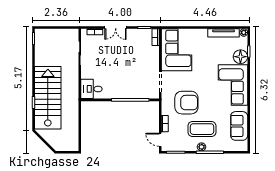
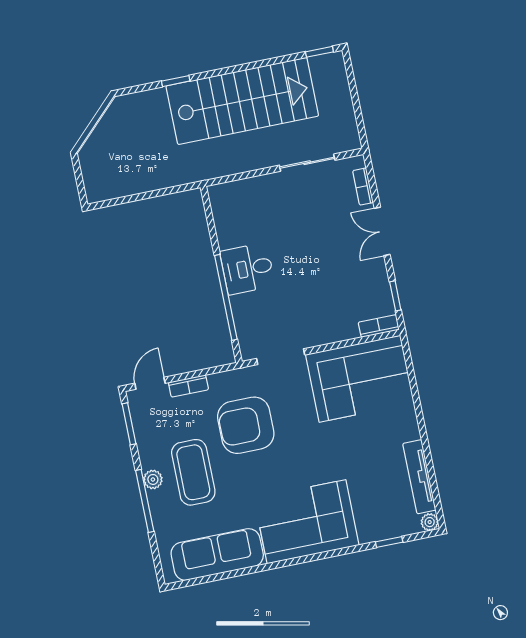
floor lamp: (240, 57) -> (374, 526), removed
desk: (92, 89) -> (248, 269), moved, turned -90
stairs: (48, 98) -> (242, 101), moved
armchair: (186, 103) -> (246, 425), turned 90
sofa: (239, 126) -> (217, 555), width x1.36

